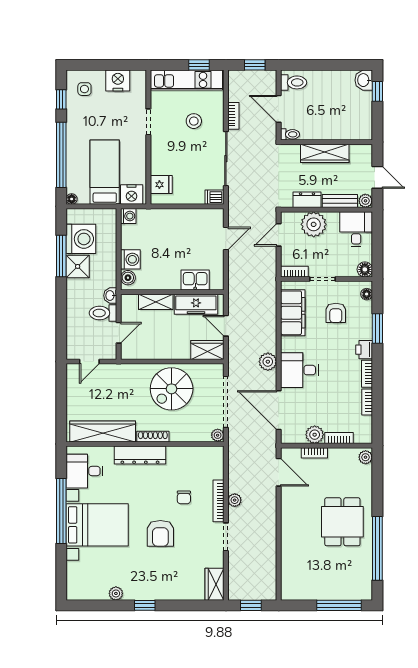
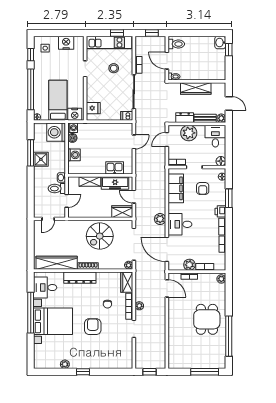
washing machine: (81, 239) -> (56, 132), moved, turned 180
boiler: (128, 278) -> (72, 138), moved
armchair: (160, 533) -> (93, 327), turned 180
wardrobe: (215, 584) -> (127, 282), moved

